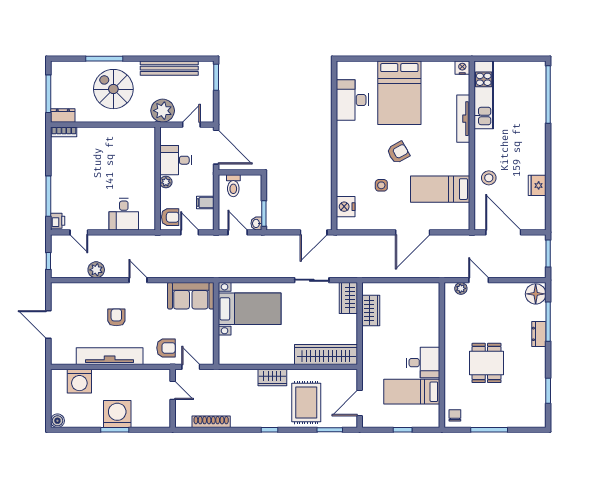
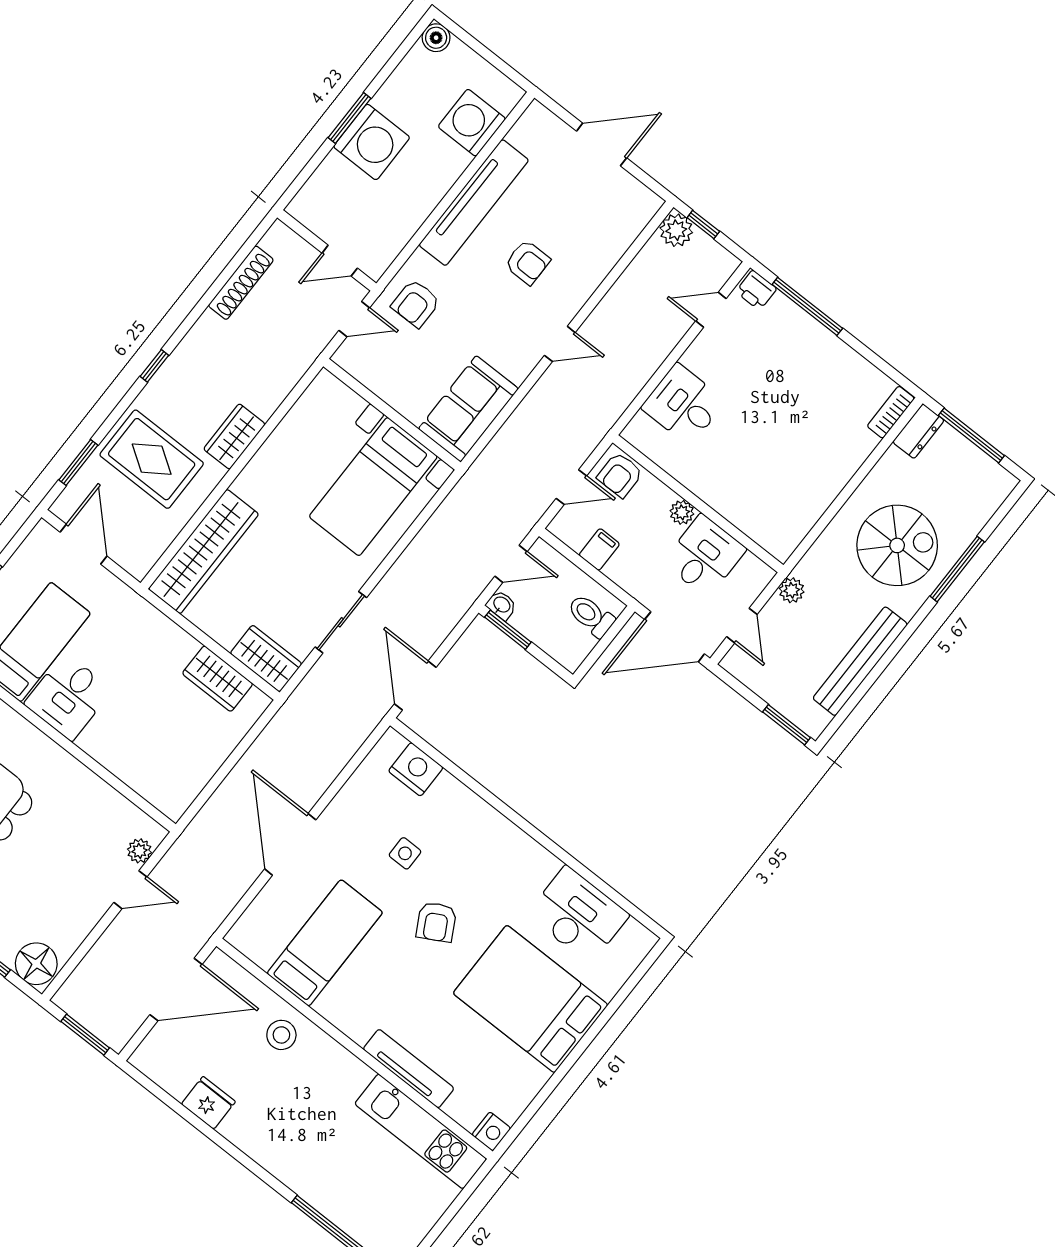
plant: (163, 111) -> (792, 590), width x0.53, depth x0.53
plant: (96, 270) -> (676, 230), moved

